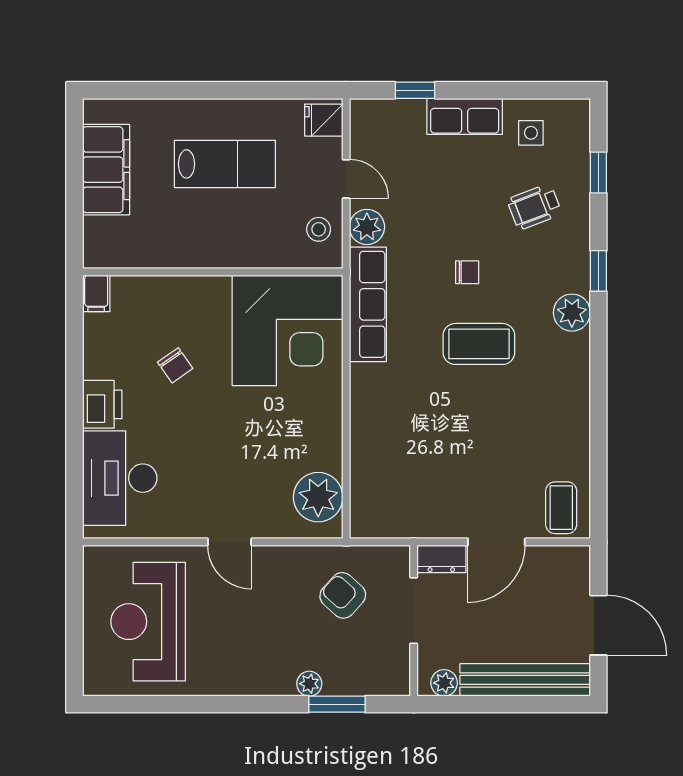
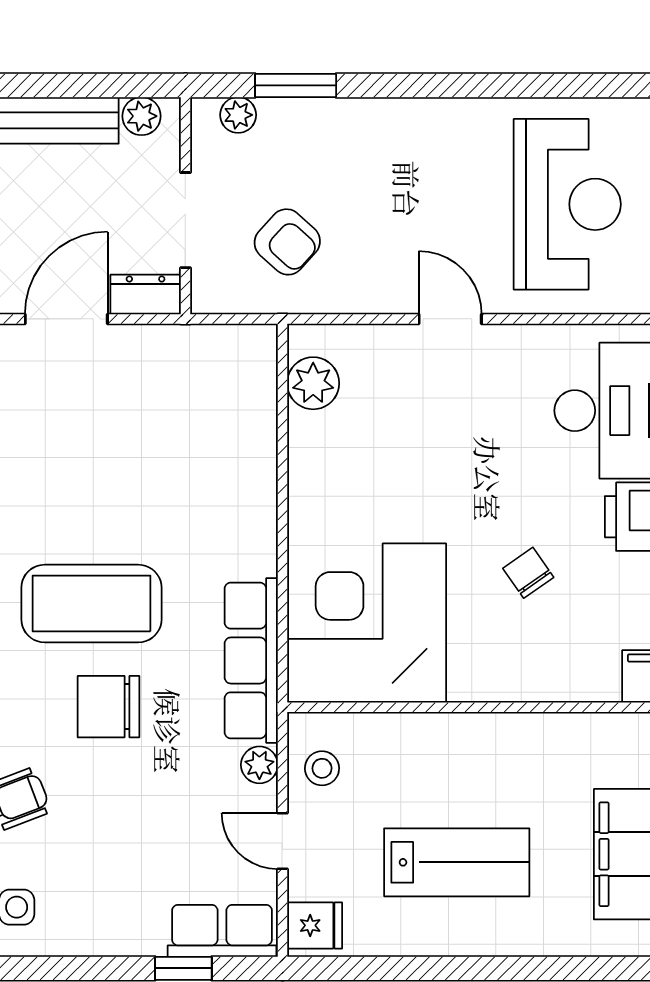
row of seats: (465, 116) -> (222, 931), moved
lab bench: (225, 164) -> (457, 862), turned 180
plant: (367, 227) -> (259, 765), width x0.73, depth x0.73
chair: (467, 272) -> (109, 707), width x1.87, depth x1.87
coffee table: (479, 344) -> (91, 604), width x1.36, depth x1.32
plant: (318, 497) -> (313, 383), width x0.73, depth x0.73
plant: (309, 684) -> (238, 115), moved

